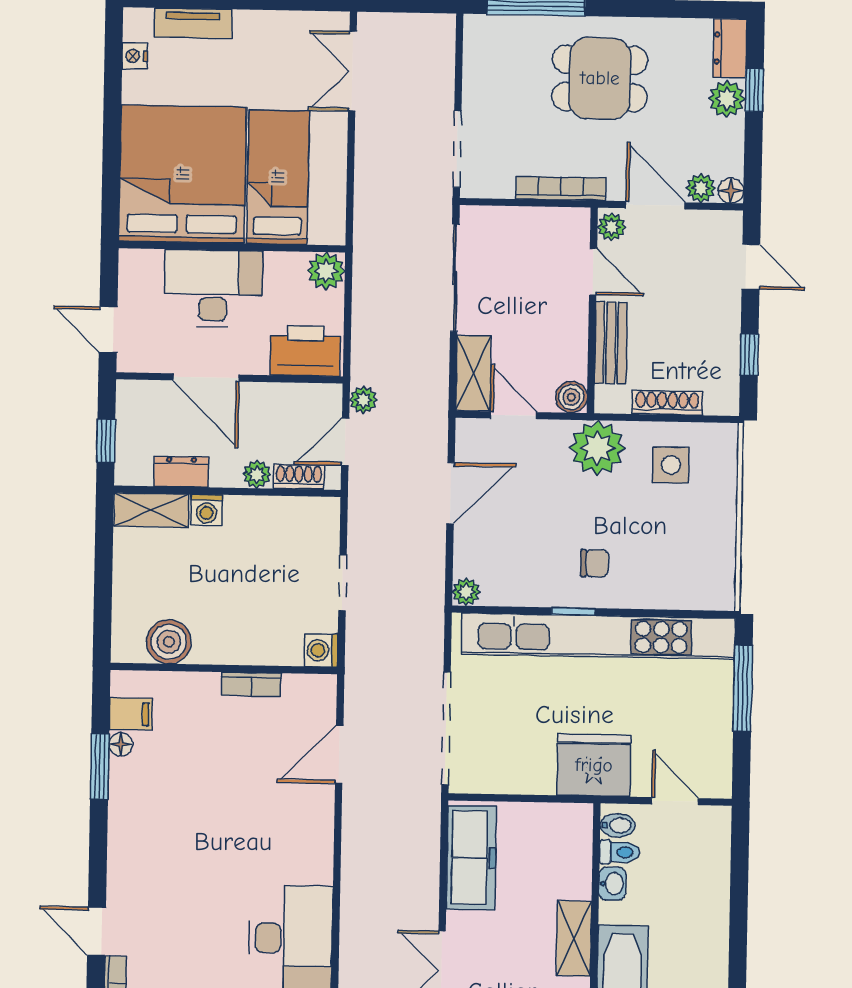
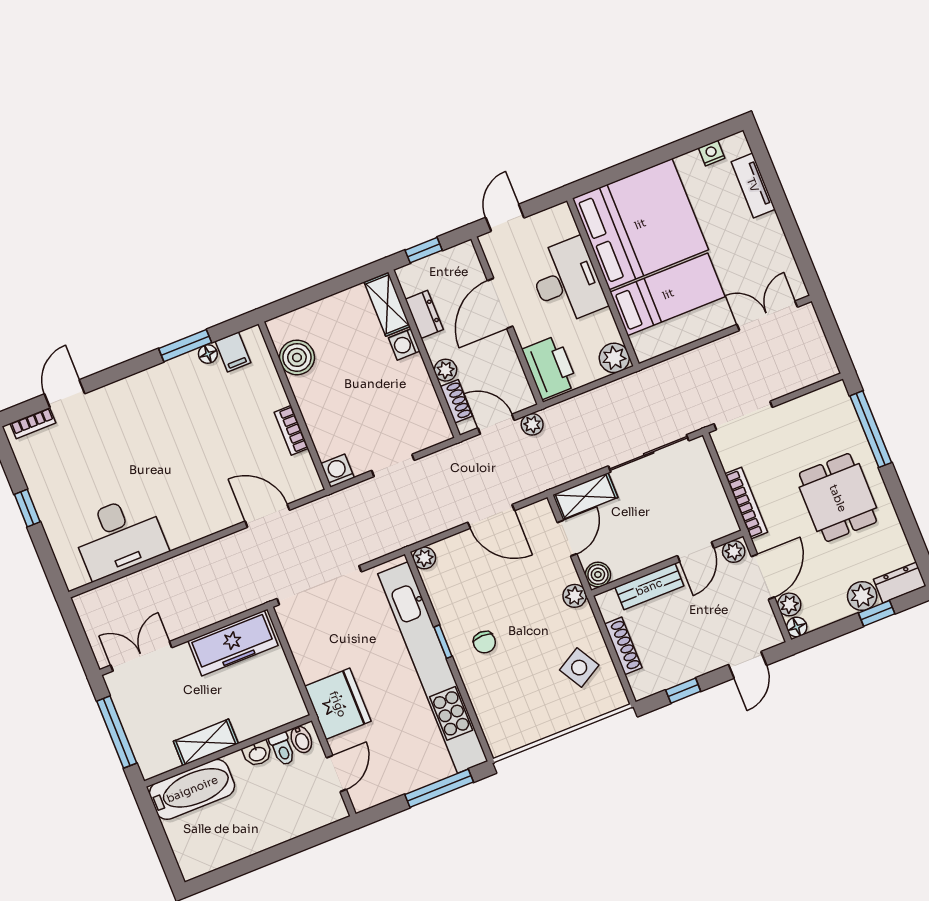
plant: (597, 448) -> (575, 596), width x0.53, depth x0.53
side table: (671, 465) -> (579, 668), turned -30

